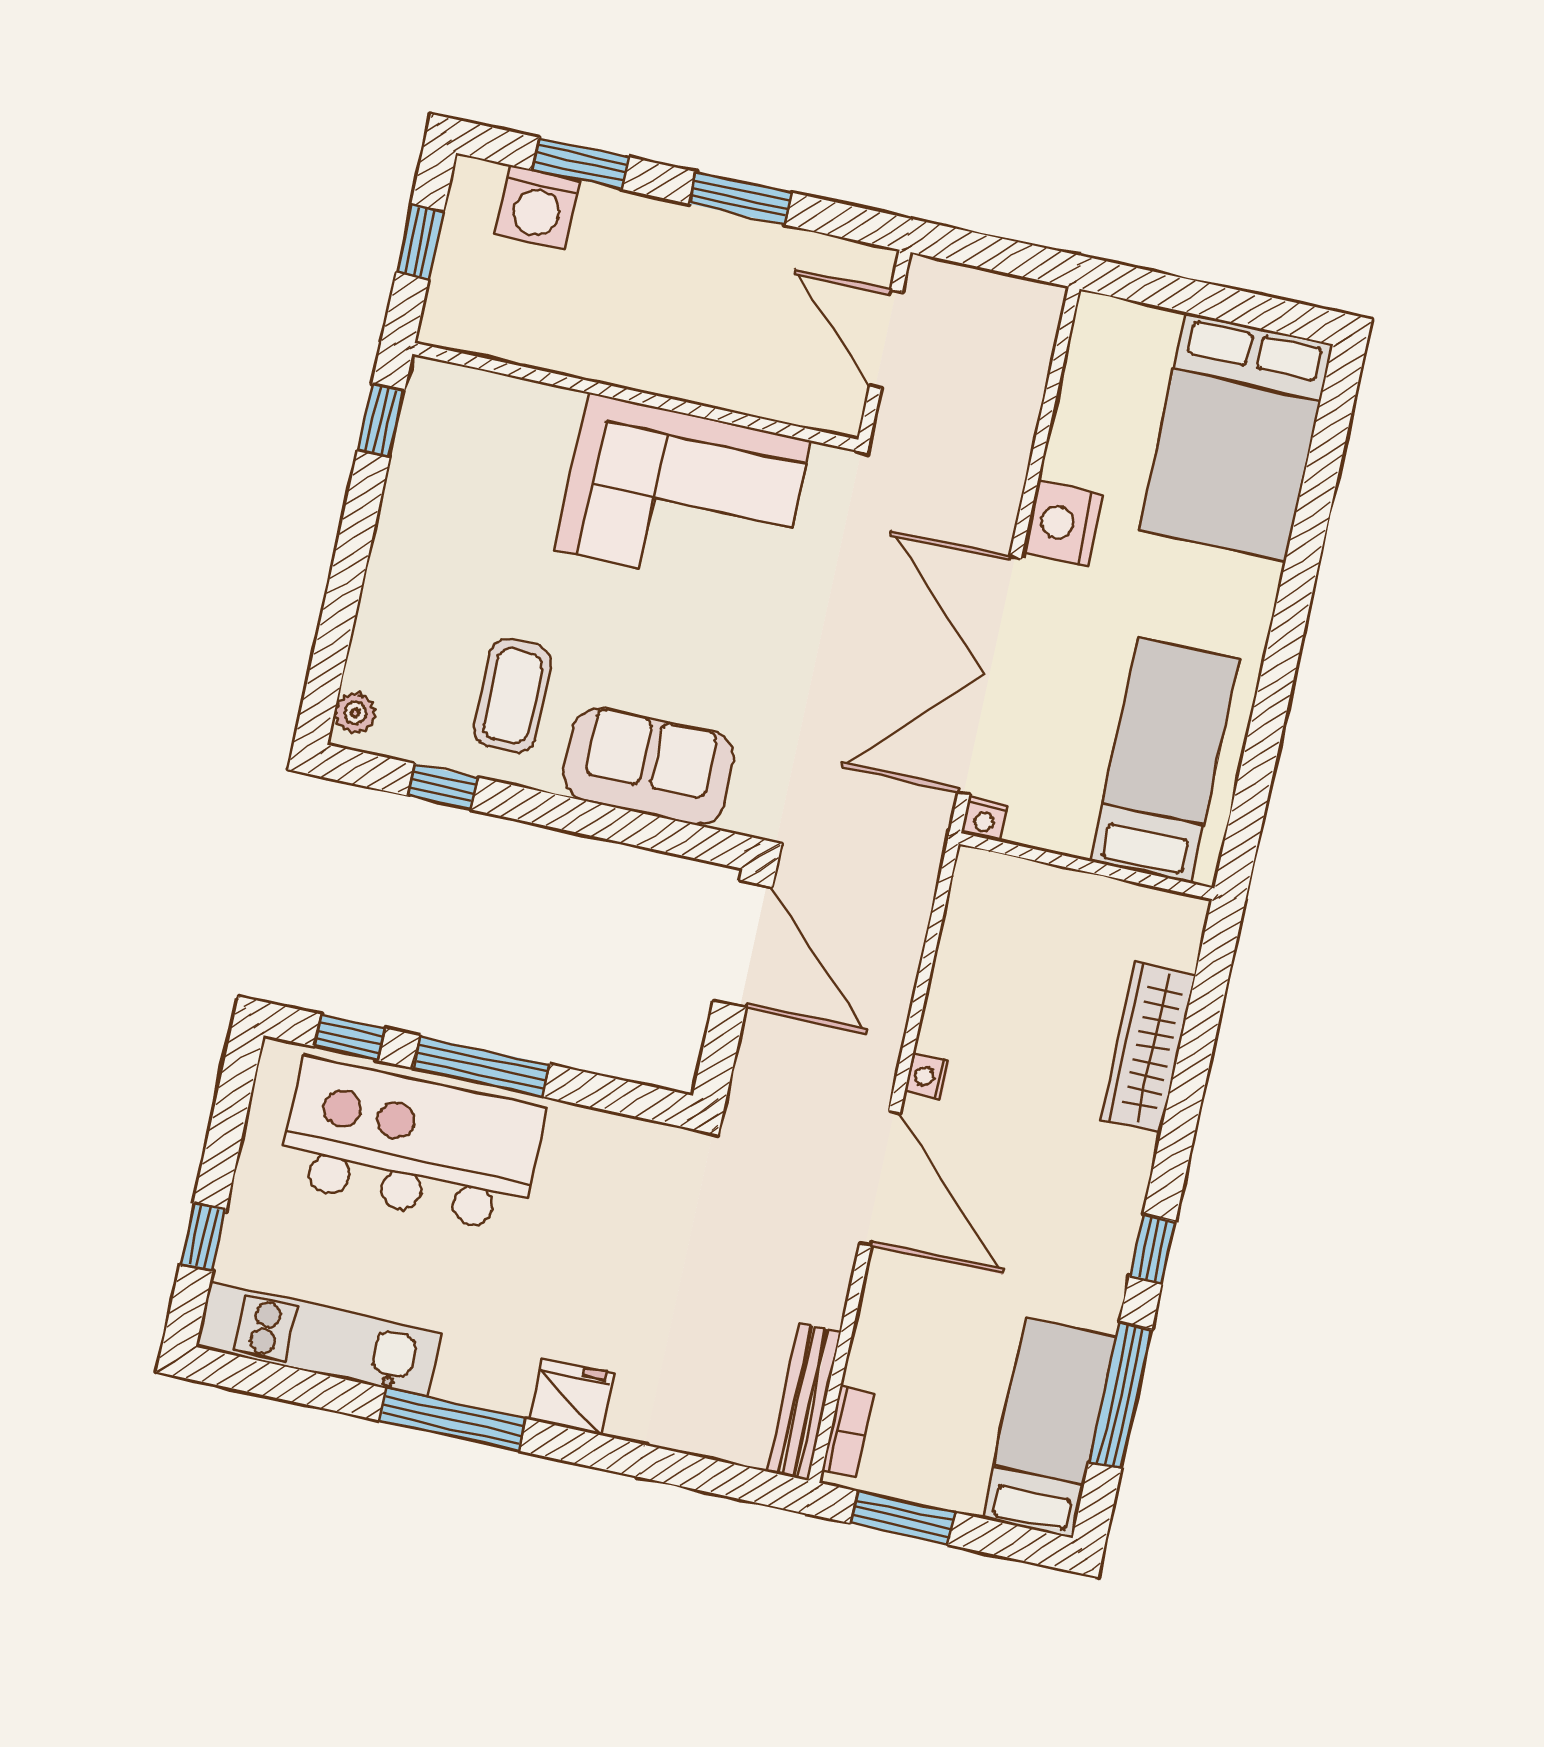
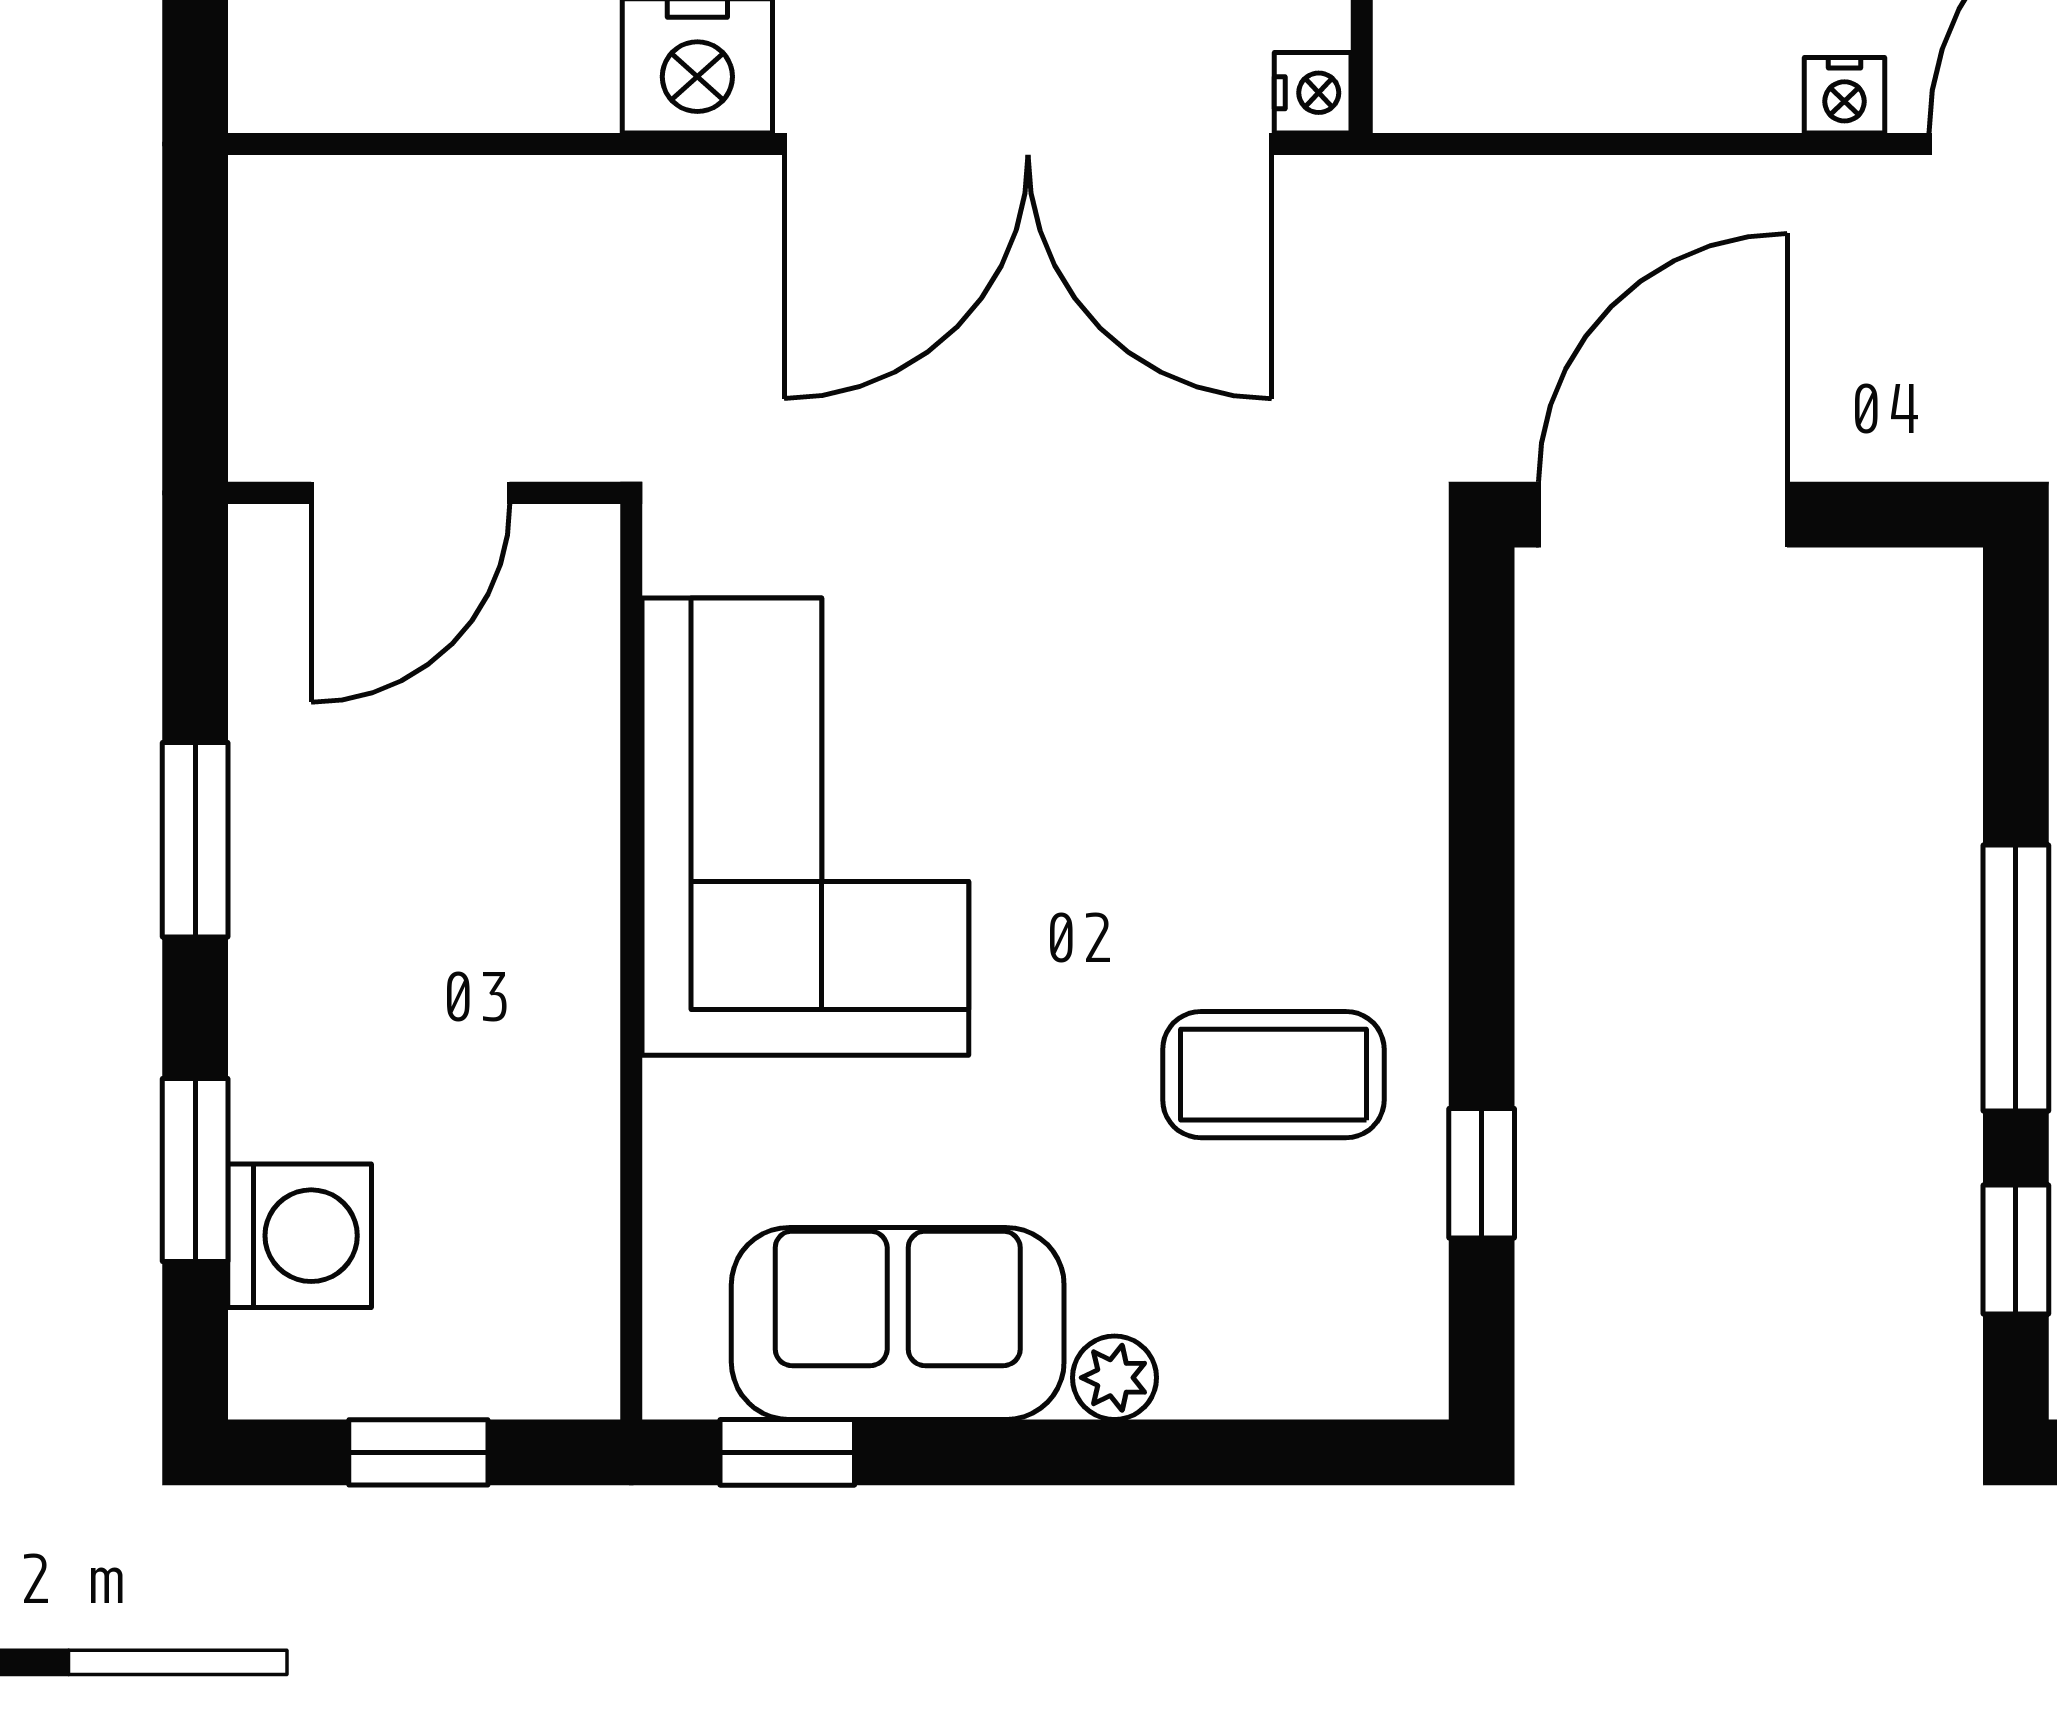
plant: (355, 713) -> (1115, 1378), moved
sofa: (649, 766) -> (898, 1323), moved, turned 90

